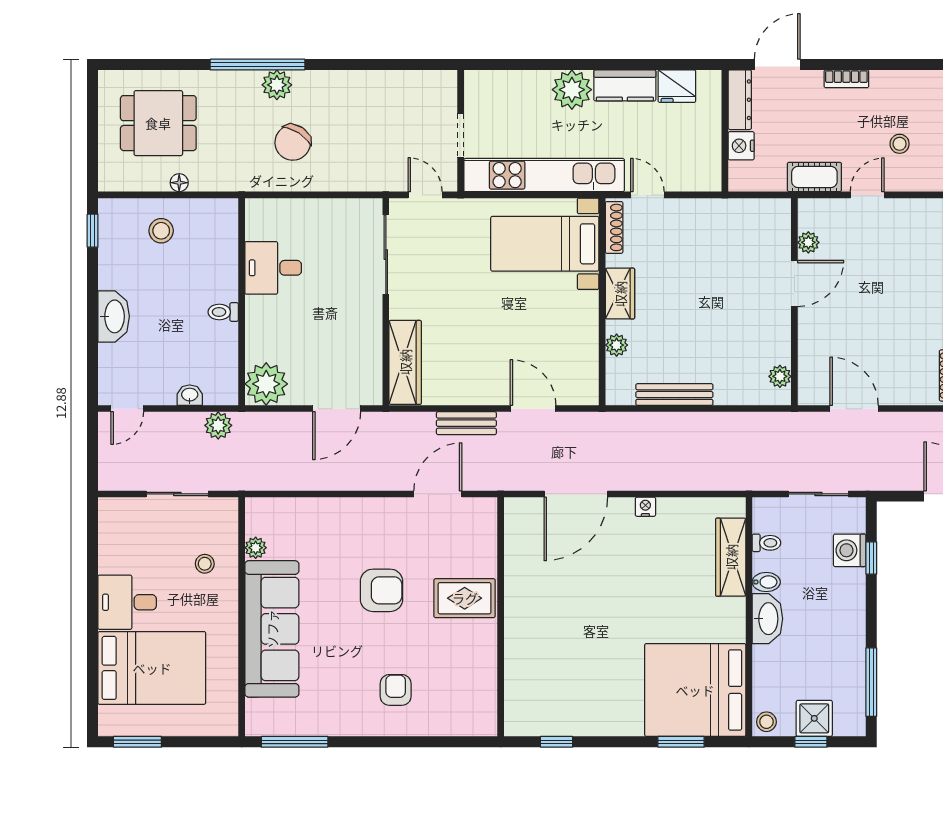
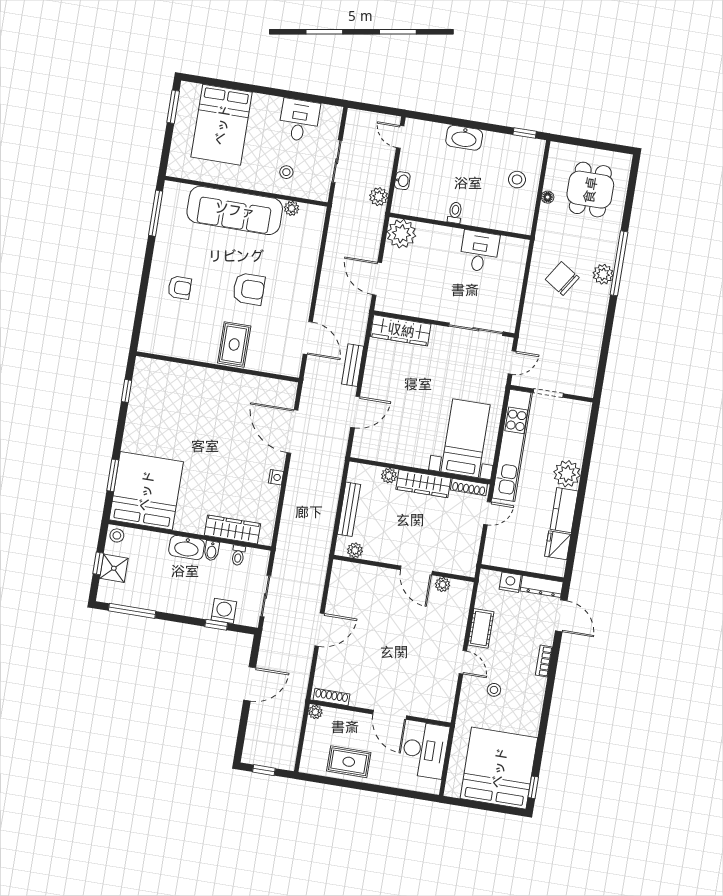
plant: (808, 242) -> (443, 585), moved
door: (794, 283) -> (416, 570), moved
wardrobe: (620, 294) -> (423, 484), width x1.50
wall: (794, 302) -> (404, 568), moved
plant: (780, 376) -> (355, 550), moved
armchair: (382, 590) -> (249, 289), turned -90
desk: (127, 602) -> (299, 120), moved

